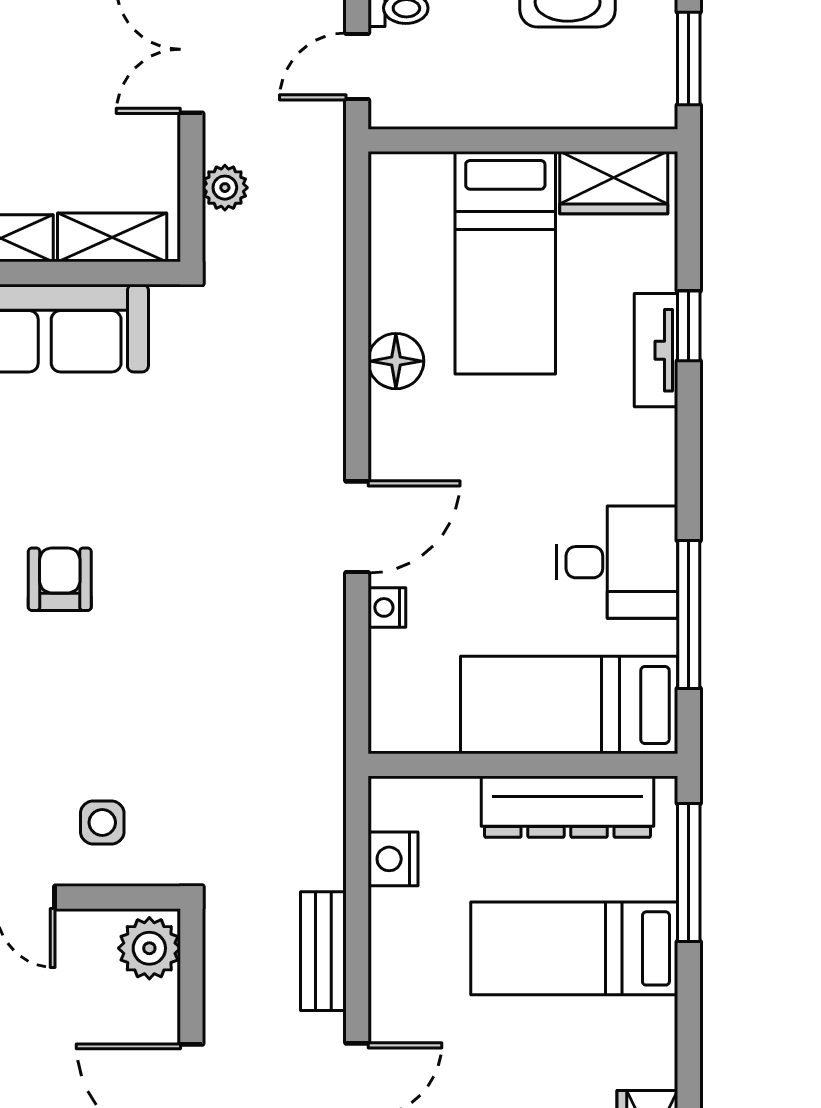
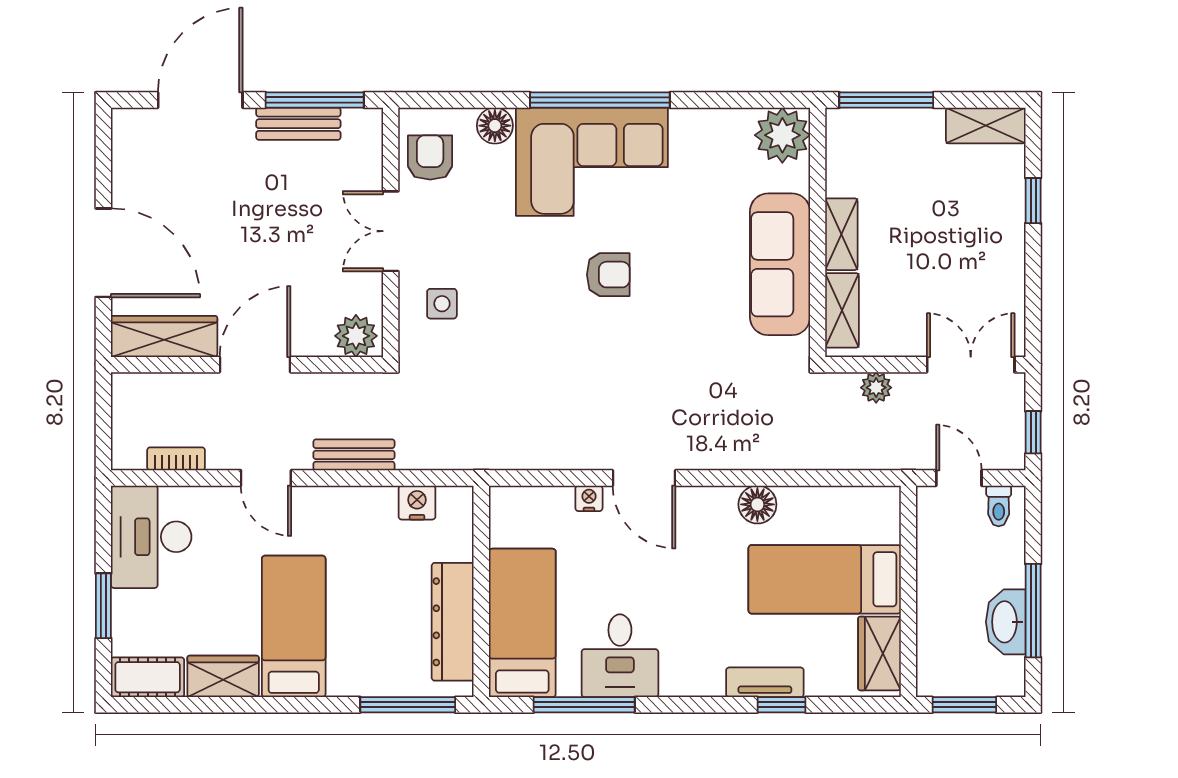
bed: (574, 948) -> (294, 626), moved

